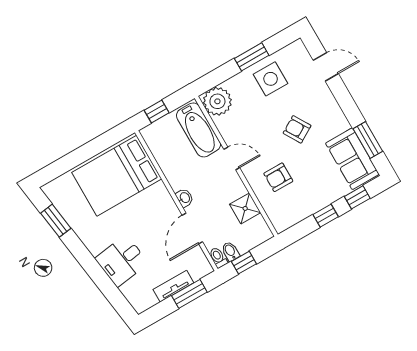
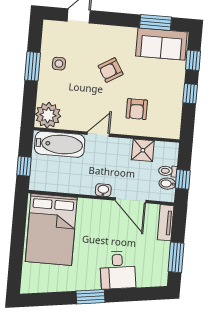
side table: (271, 79) -> (59, 64), width x0.54, depth x0.54
window: (56, 221) -> (90, 297), moved
toilet: (218, 258) -> (168, 171), moved
tv unit: (173, 286) -> (166, 223), moved
window: (189, 294) -> (176, 257), moved

